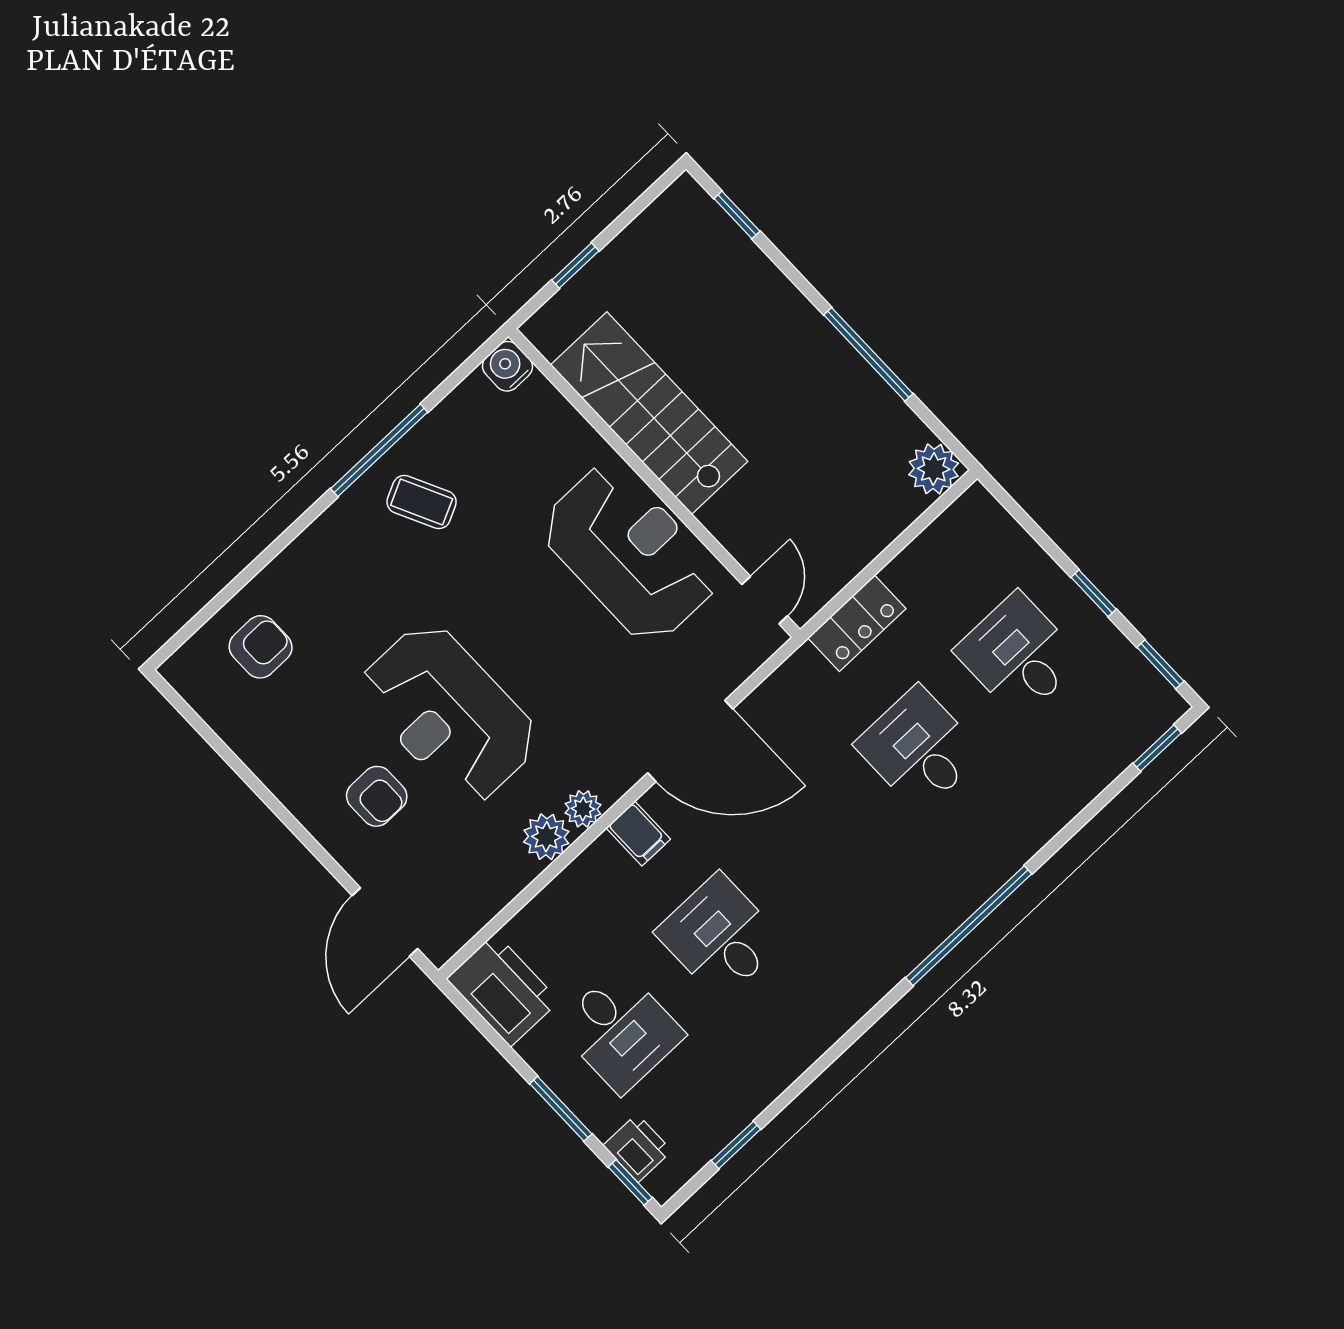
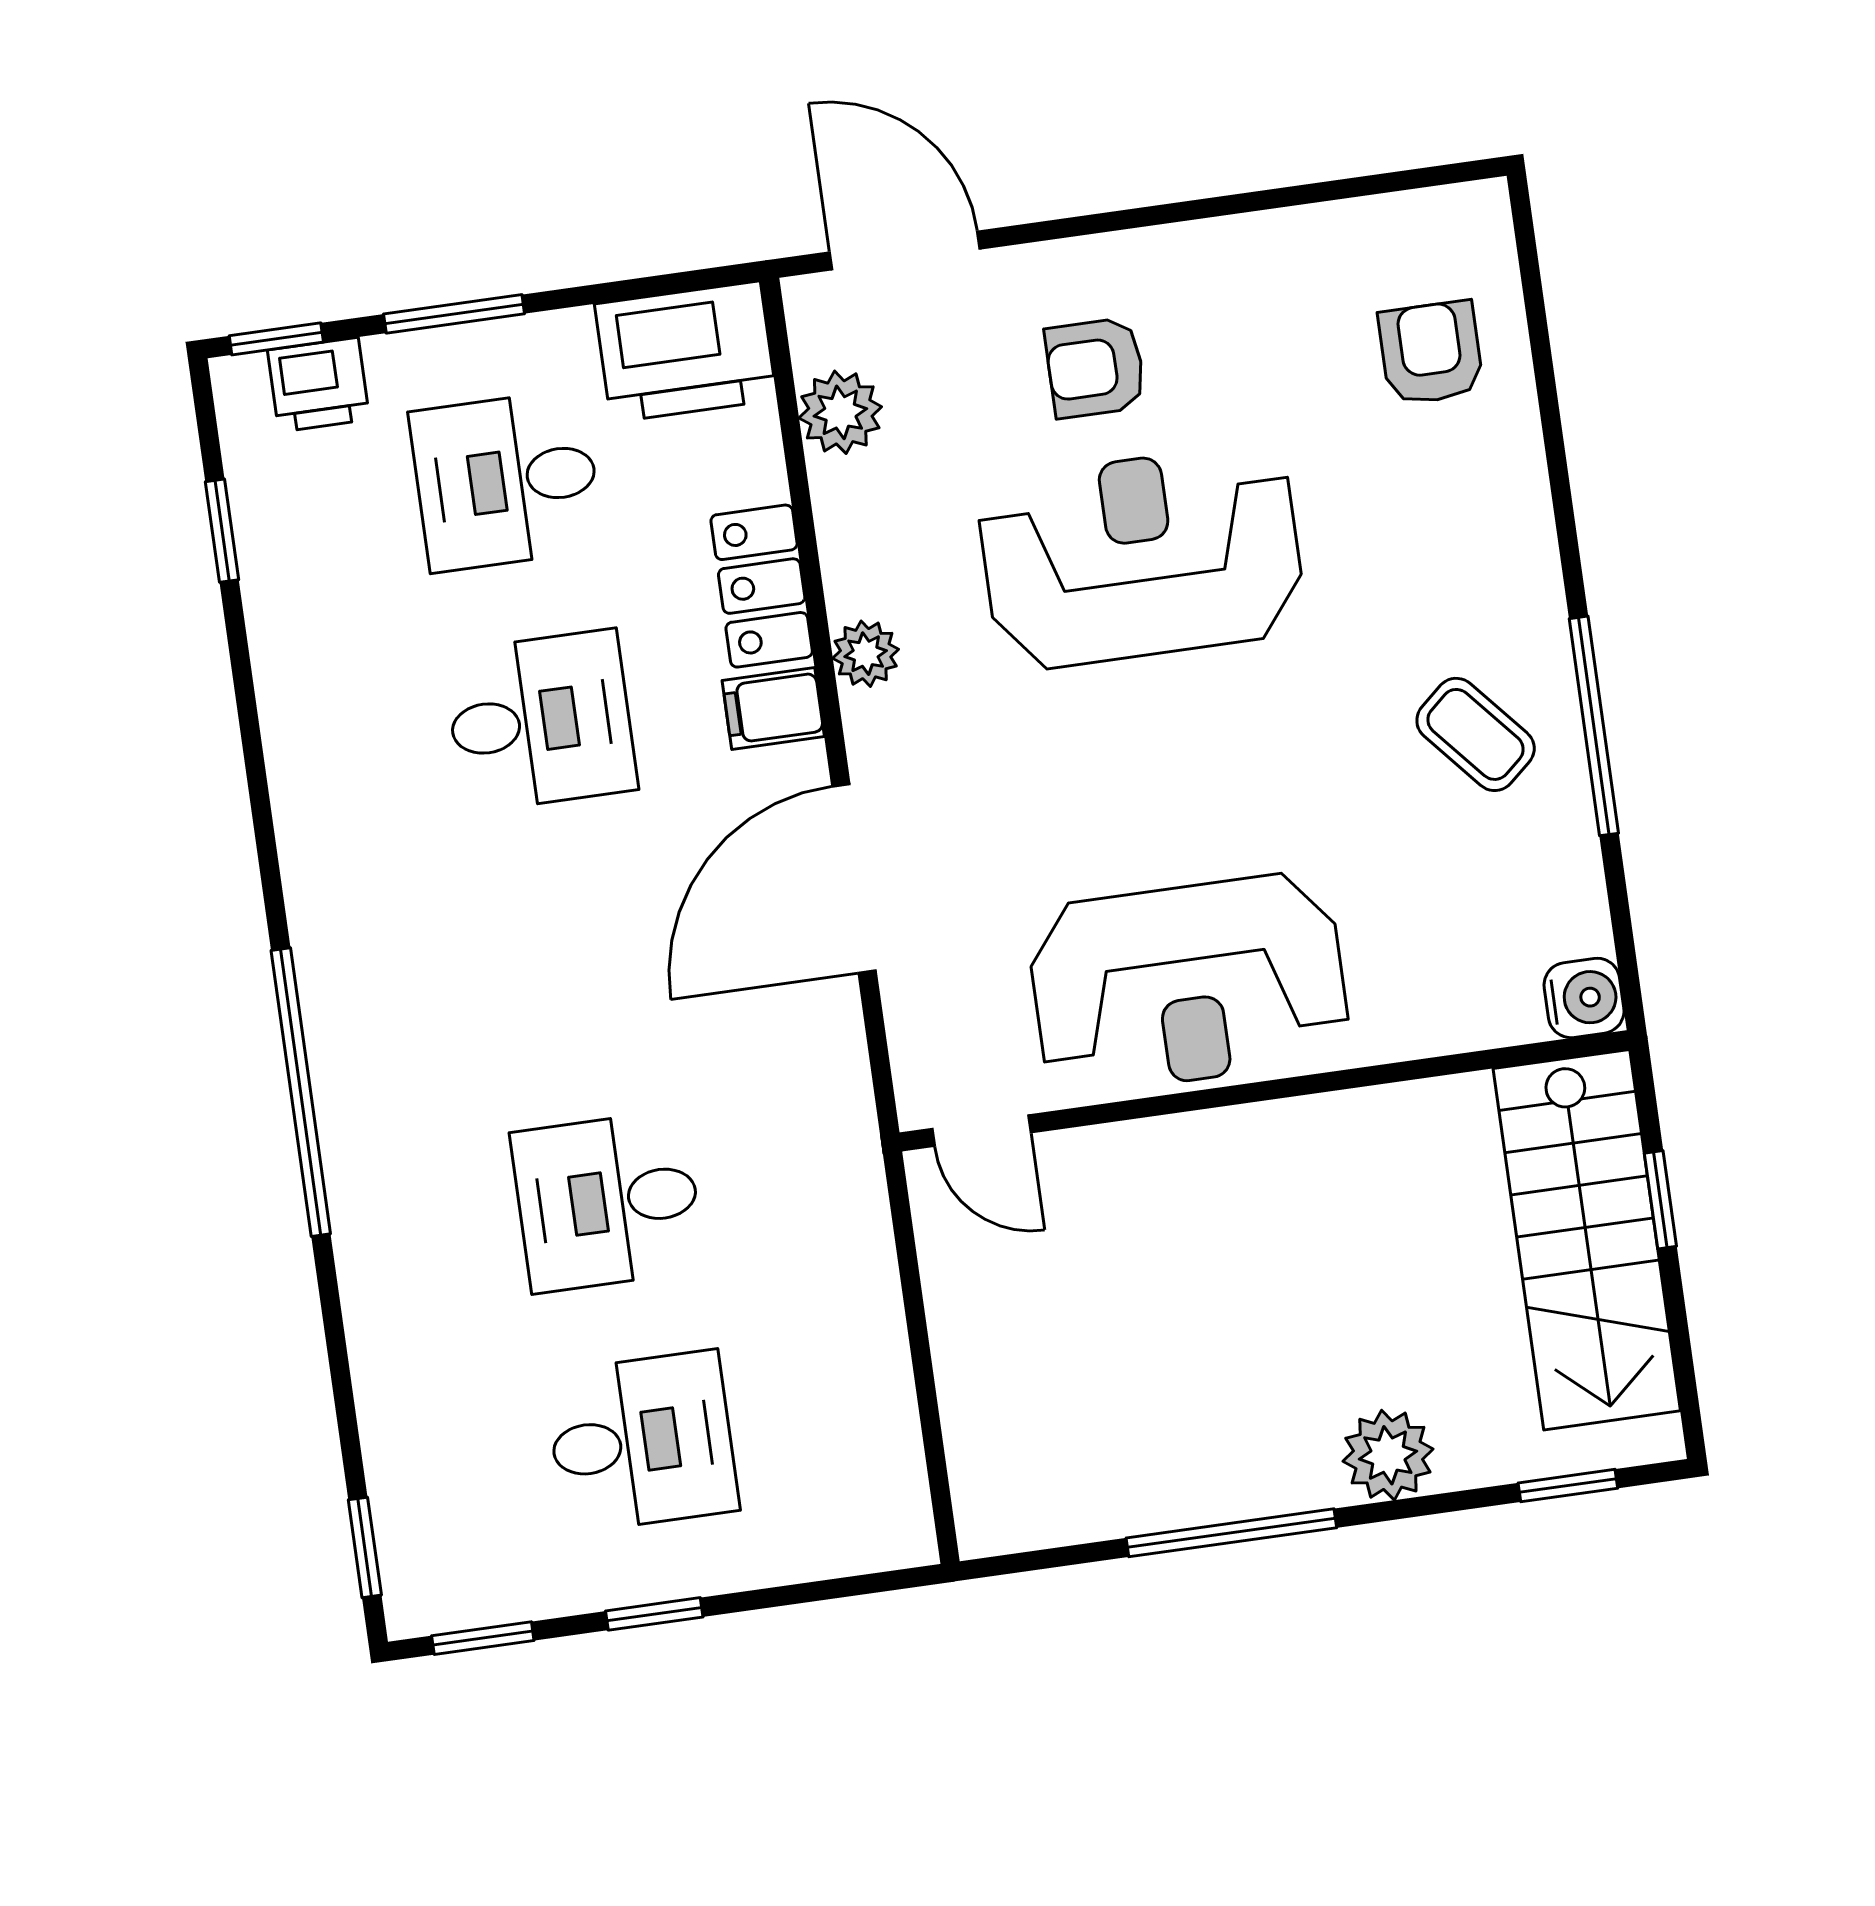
stairs: (649, 413) -> (1587, 1240), moved, turned 90
plant: (934, 469) -> (1388, 1455), moved
coffee table: (422, 502) -> (1476, 734), turned 75
locker: (857, 623) -> (762, 586), moved
armchair: (261, 647) -> (1431, 353), turned 180
desk: (919, 749) -> (608, 1201), turned 180
plant: (546, 837) -> (840, 412), moved

